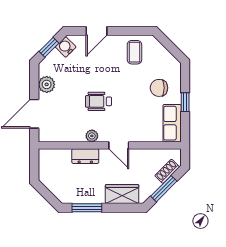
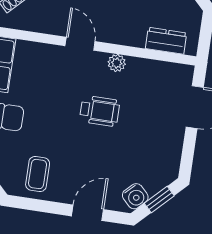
plant: (47, 84) -> (171, 147), removed
dresser: (85, 156) -> (166, 41), moved

